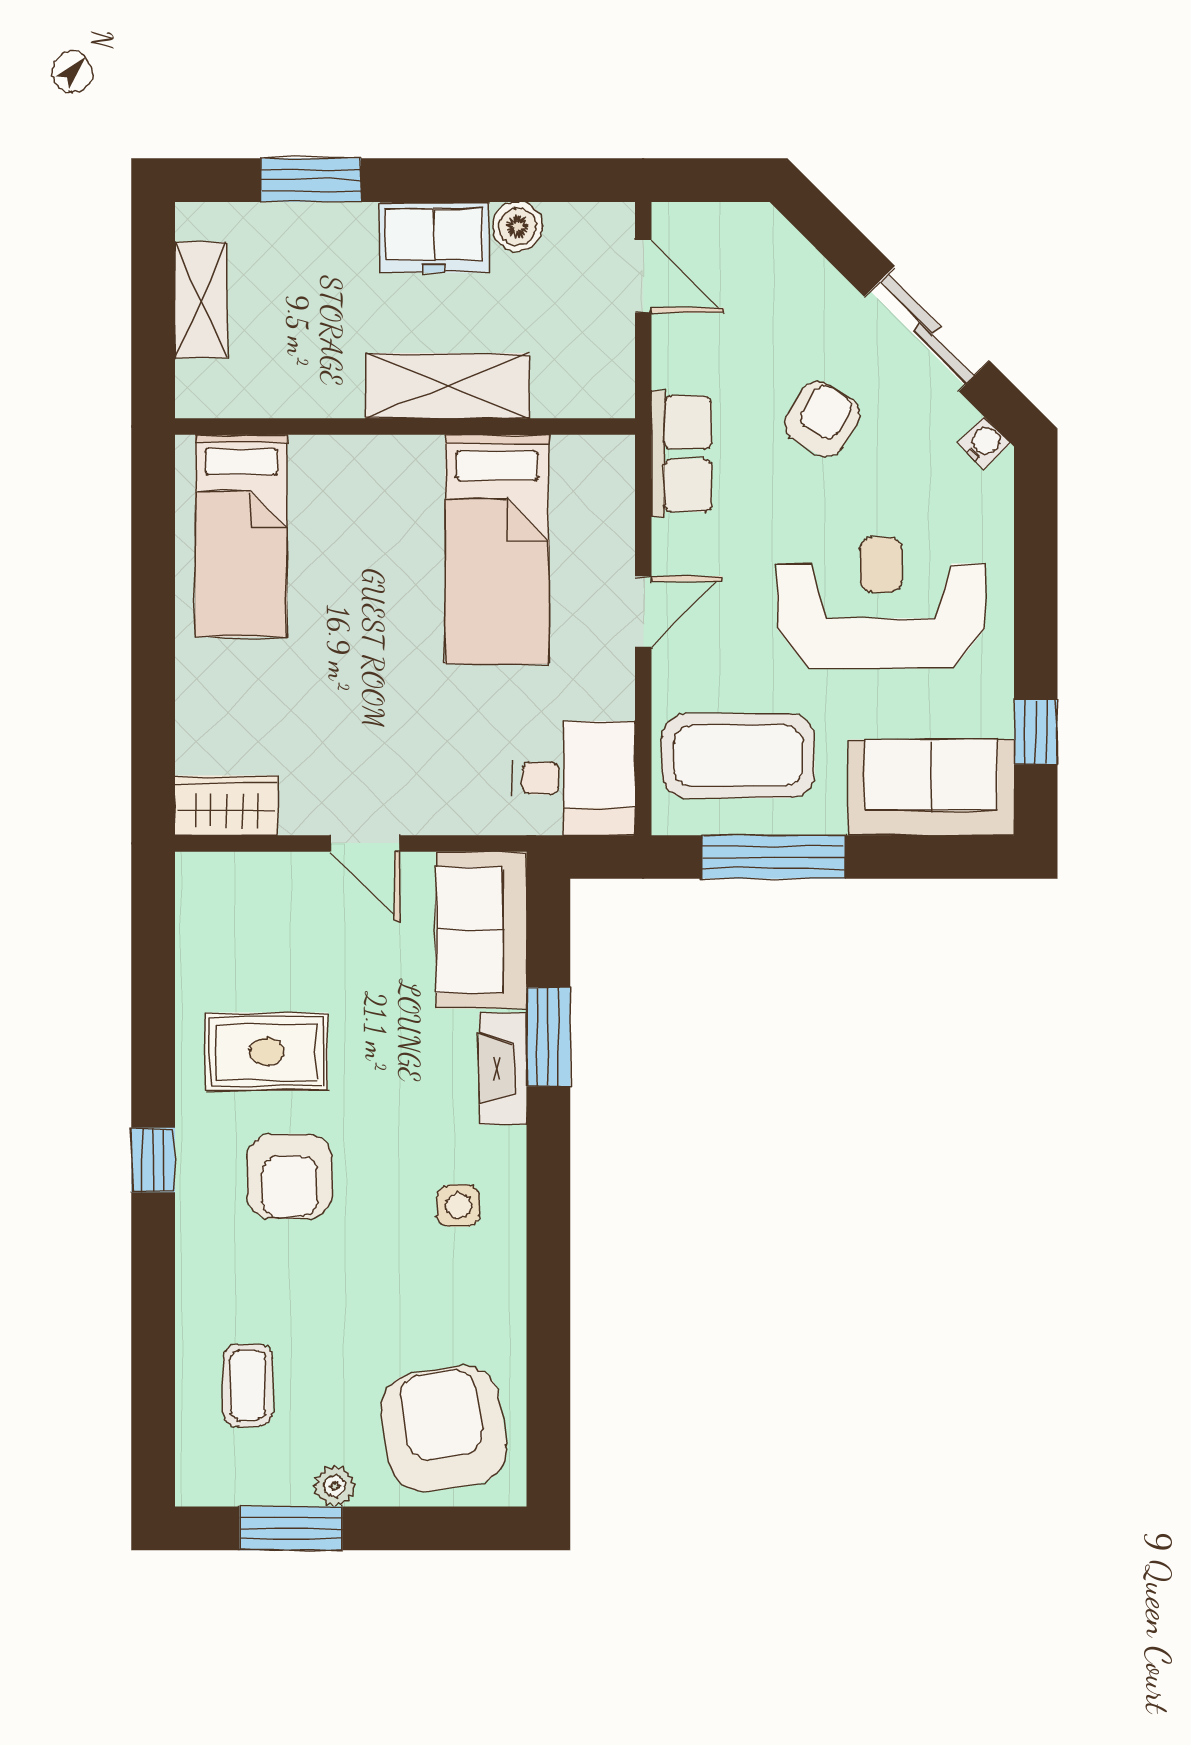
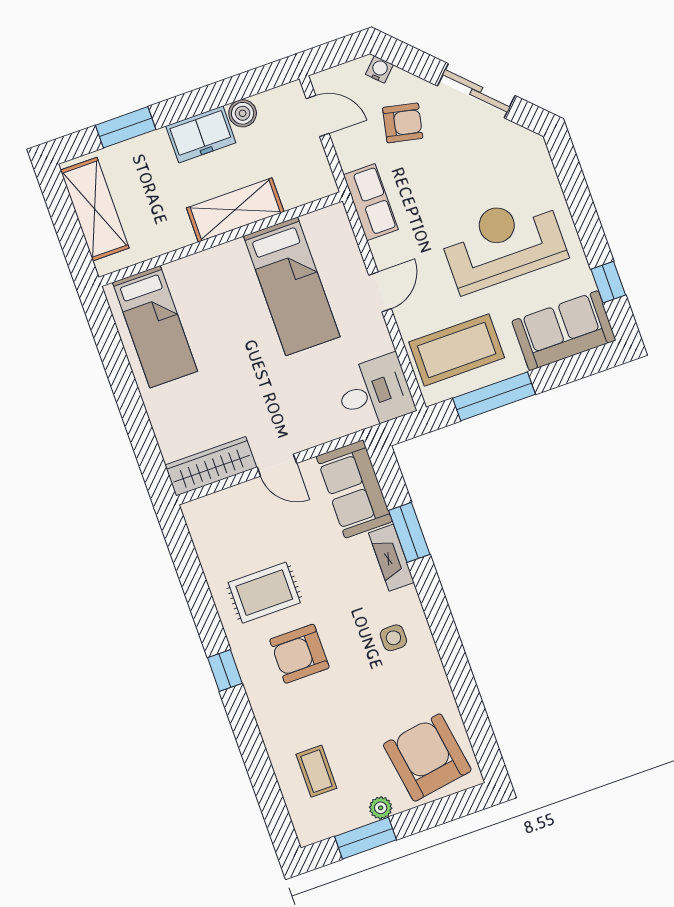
shelving: (201, 300) -> (95, 209), width x1.50, depth x1.33
armchair: (822, 419) -> (403, 123), moved, turned 70
water cooler: (984, 443) -> (379, 70), moved
wardrobe: (226, 805) -> (211, 466), width x1.50
armchair: (290, 1176) -> (299, 654), turned 90

